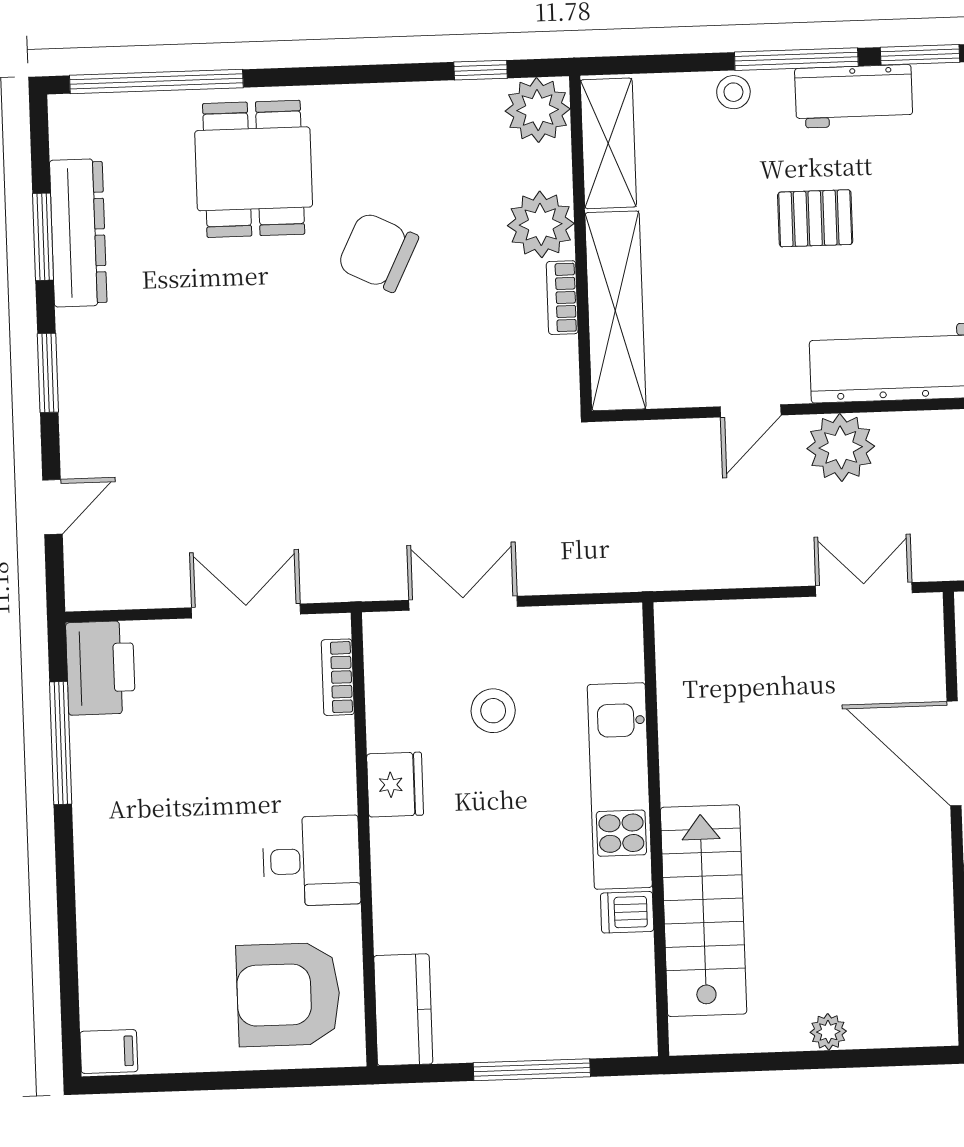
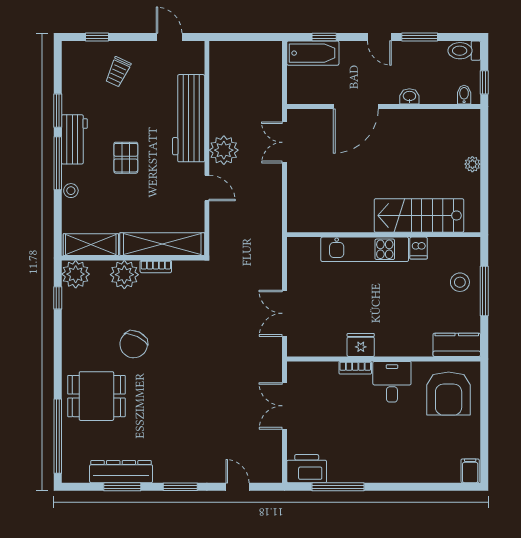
bookcase: (338, 677) -> (355, 368), moved
stool: (493, 711) -> (460, 282), moved

